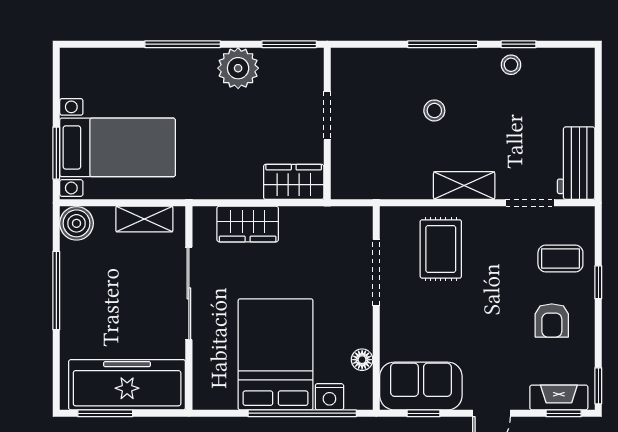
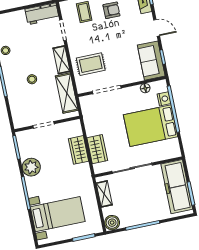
bed with nightstands: (118, 147) -> (58, 214), moved, turned 90
wardrobe: (294, 182) -> (78, 150), moved
shelving: (387, 182) -> (67, 93), added

